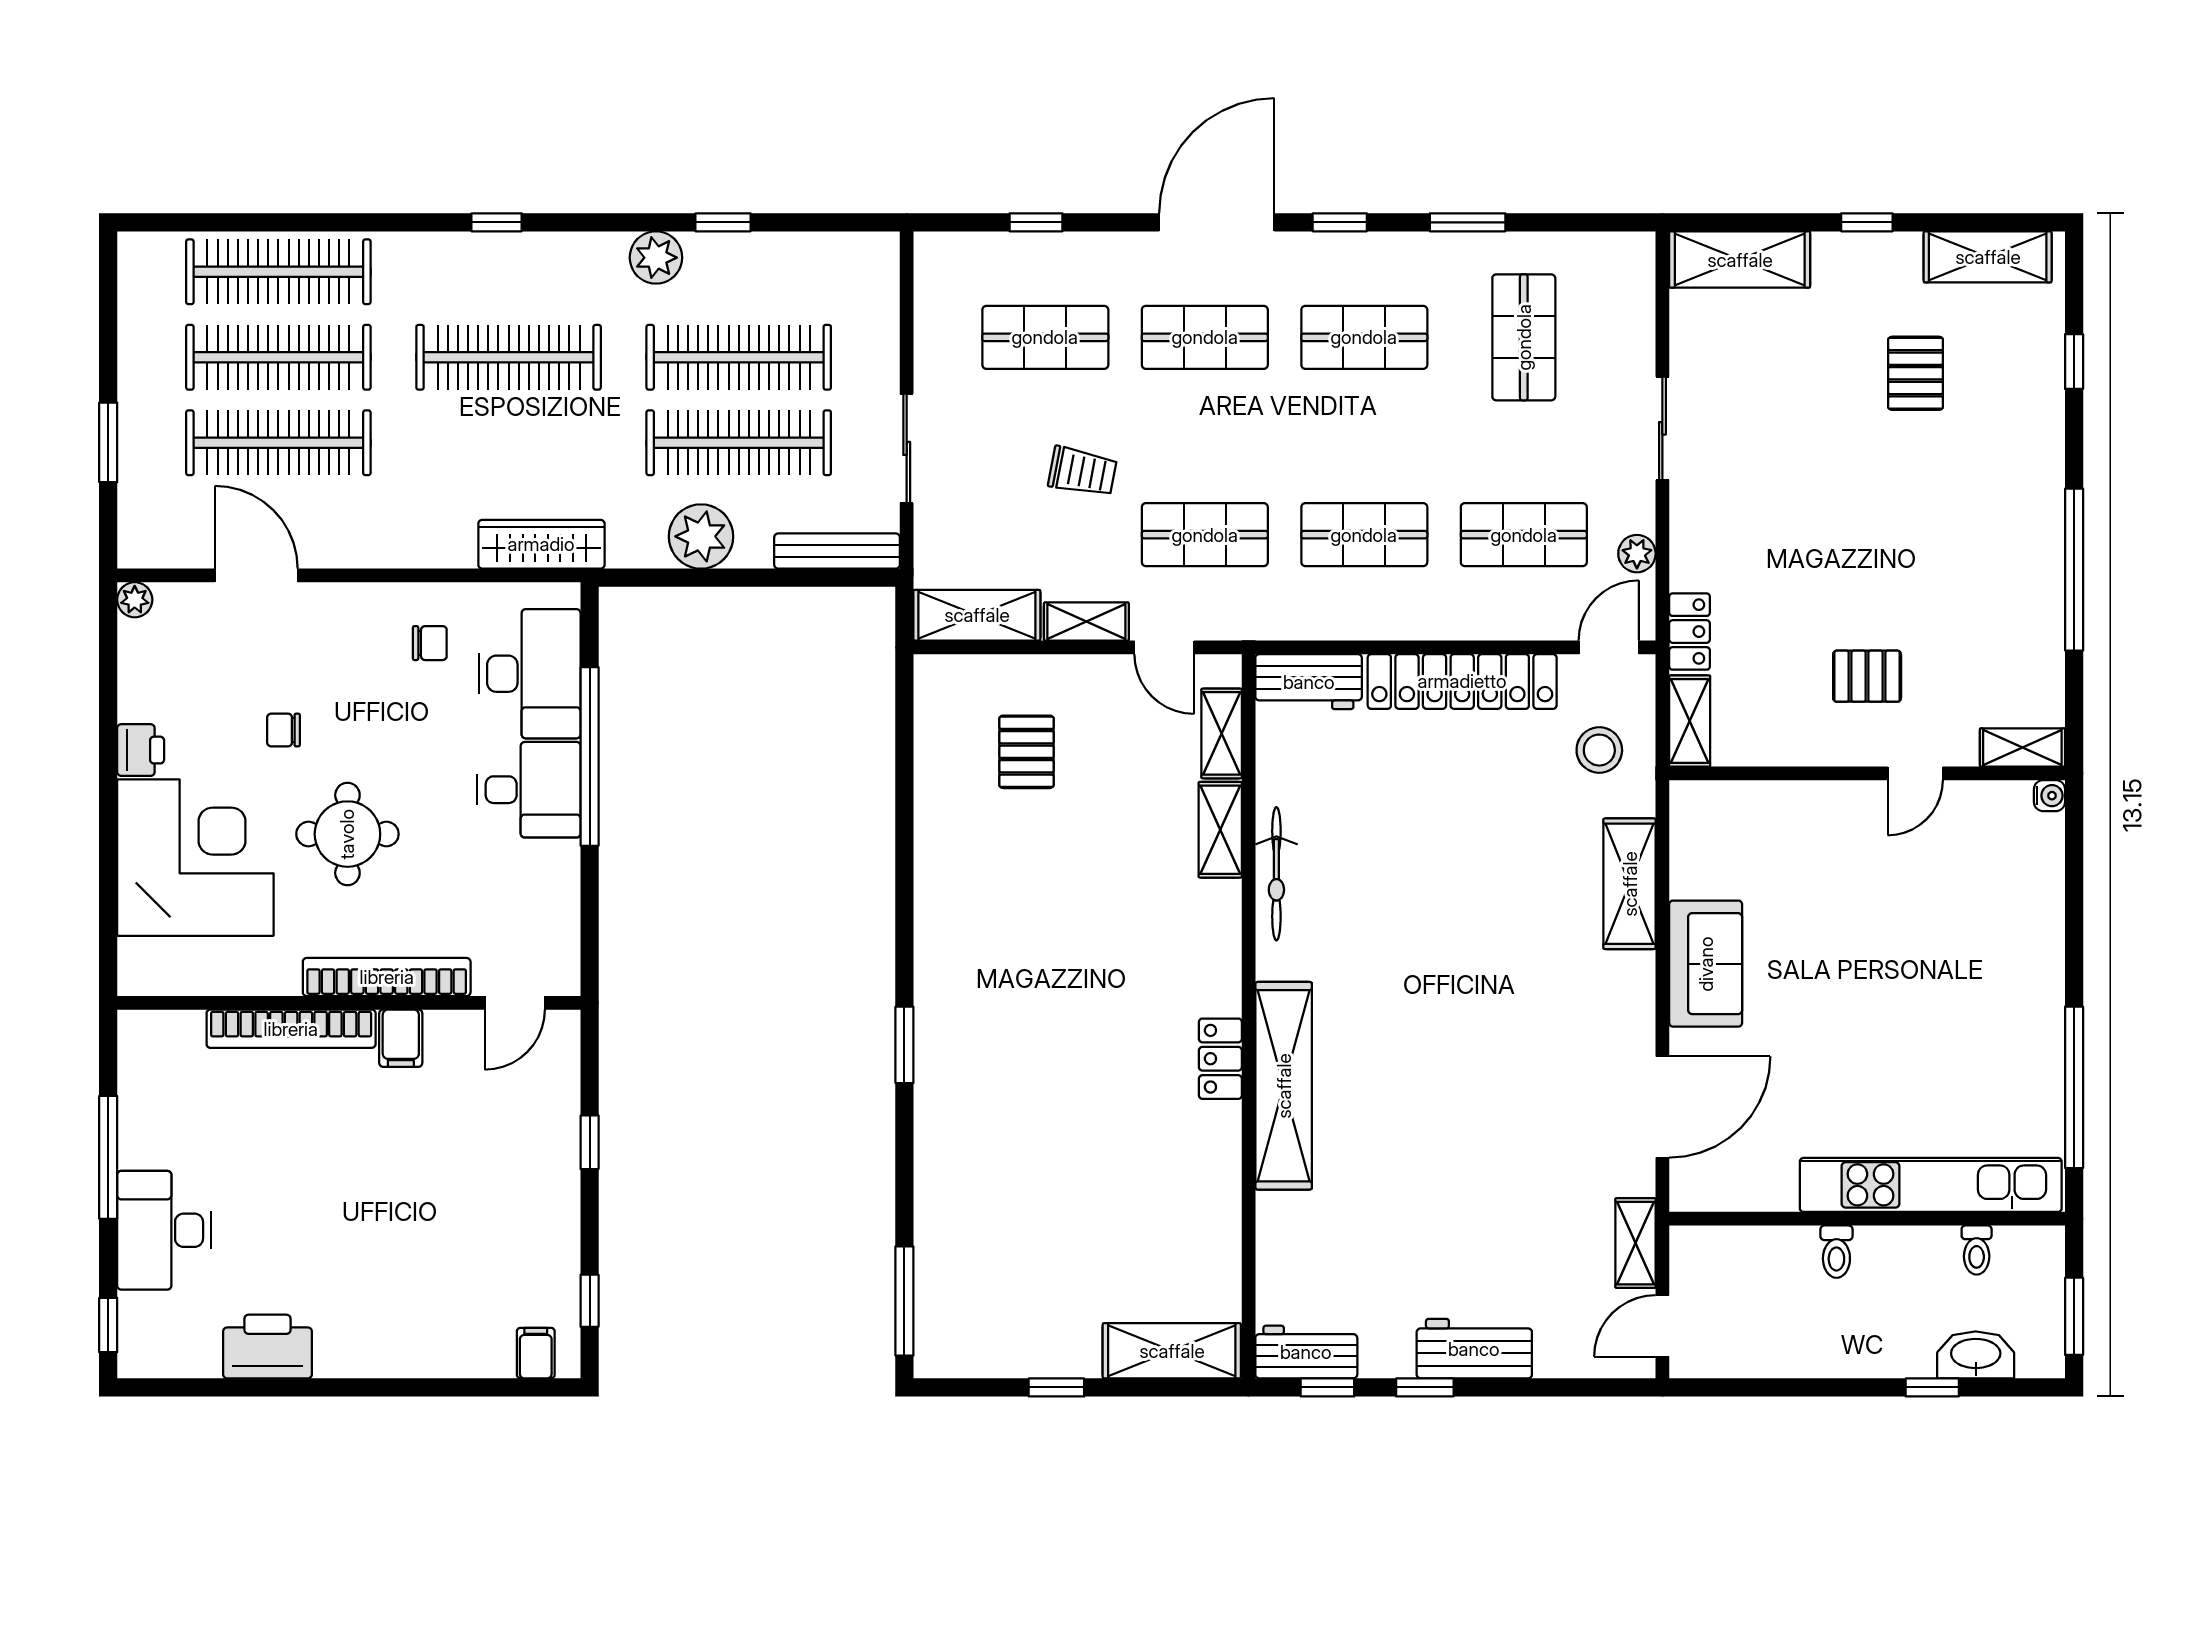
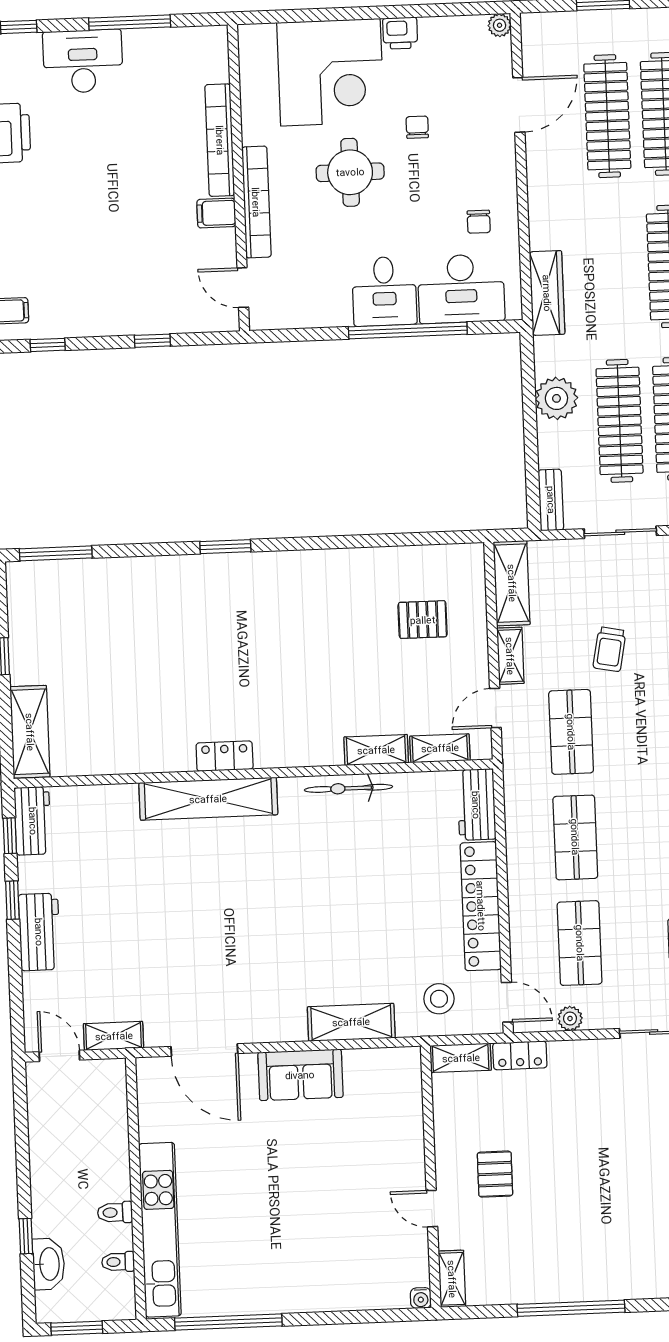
bench: (837, 551) -> (551, 500), width x0.73
toilet: (1836, 1252) -> (115, 1212), moved

